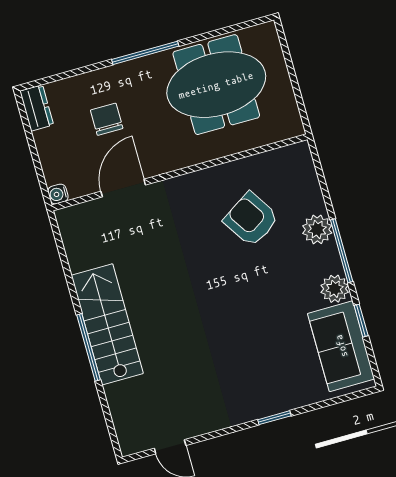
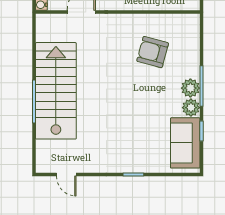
armchair: (251, 219) -> (153, 52), turned -42
plant: (317, 229) -> (190, 88), moved
stairs: (107, 324) -> (56, 91), width x1.36, depth x1.51

